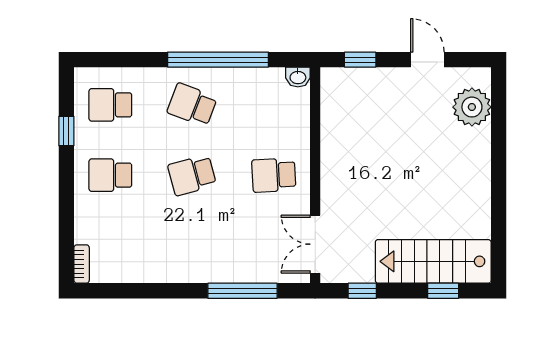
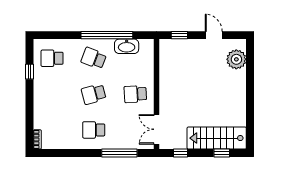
washbasin: (298, 77) -> (127, 46), moved, width x1.91, depth x1.45
school desk: (110, 175) -> (94, 130), moved

